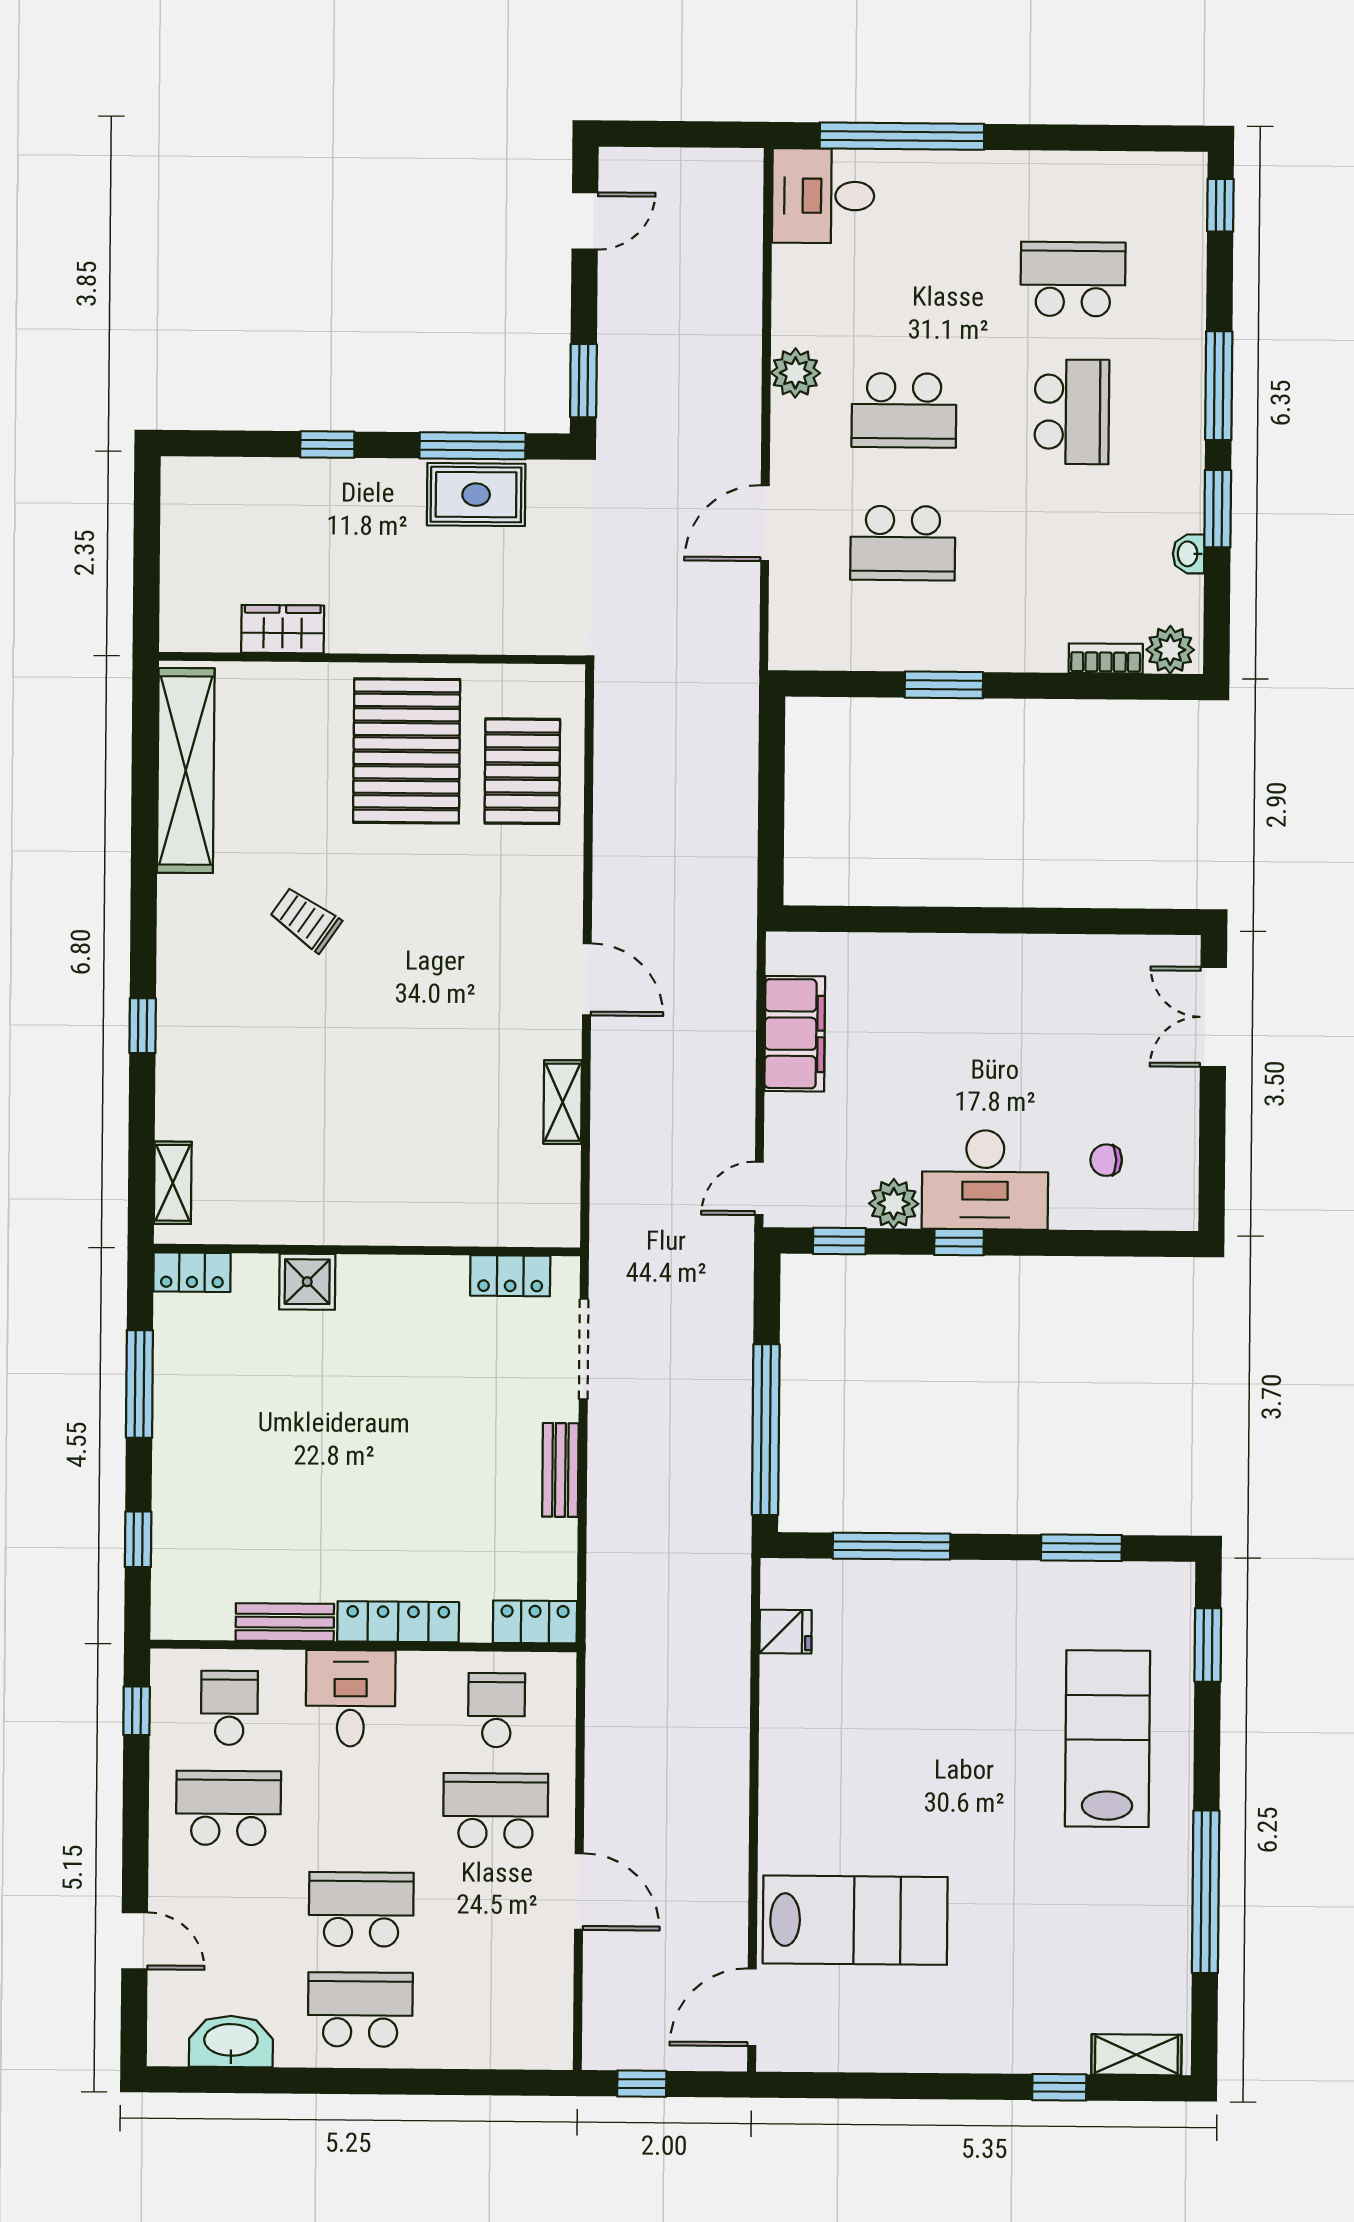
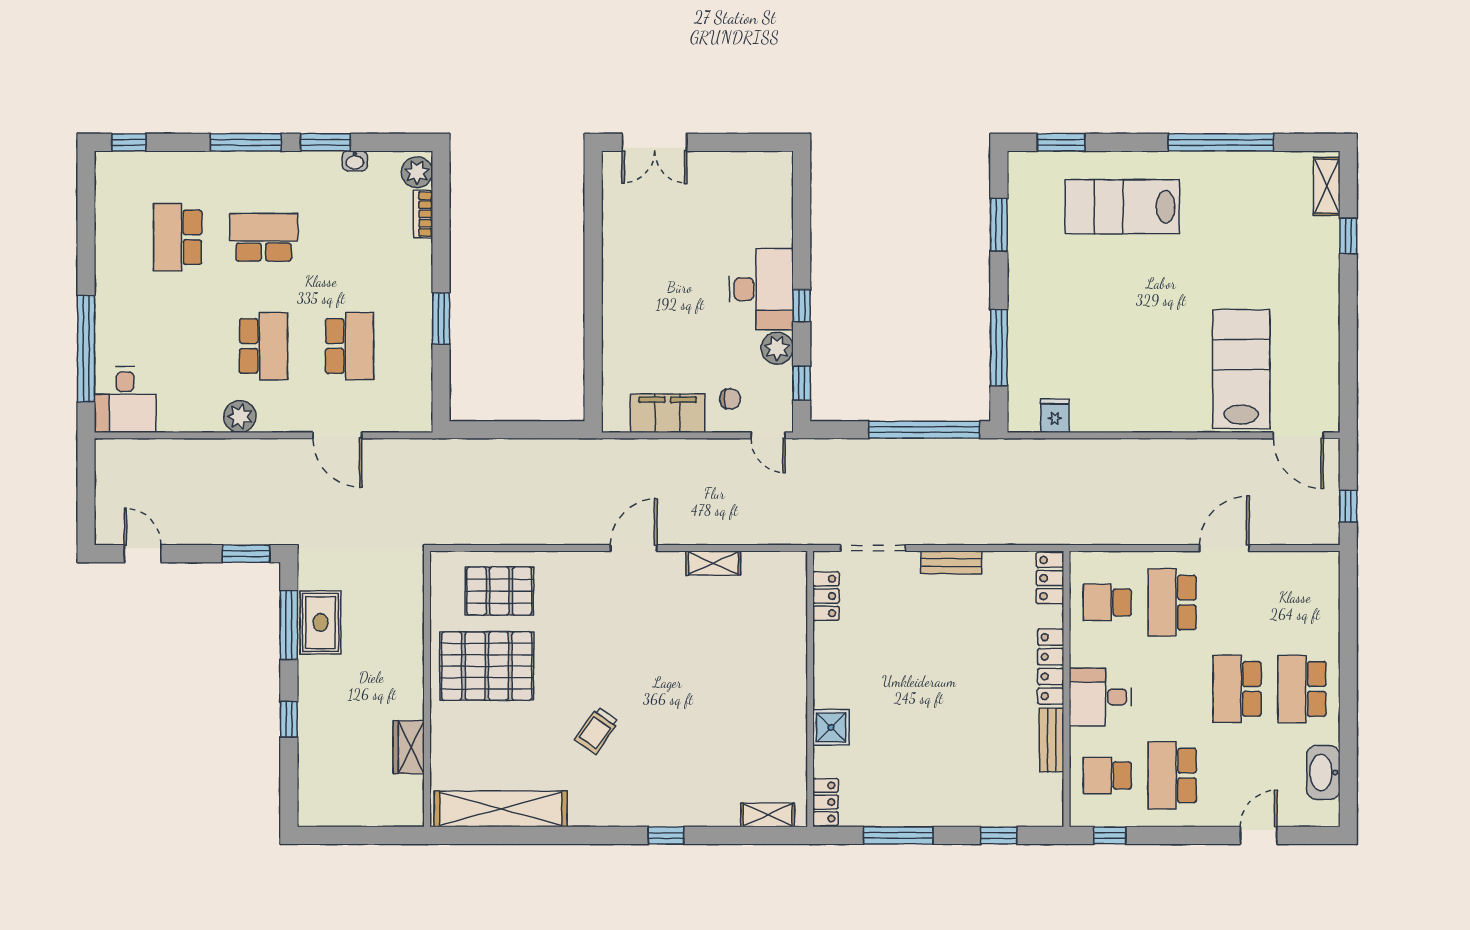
chair: (1106, 1160) -> (730, 399), moved, turned -90

